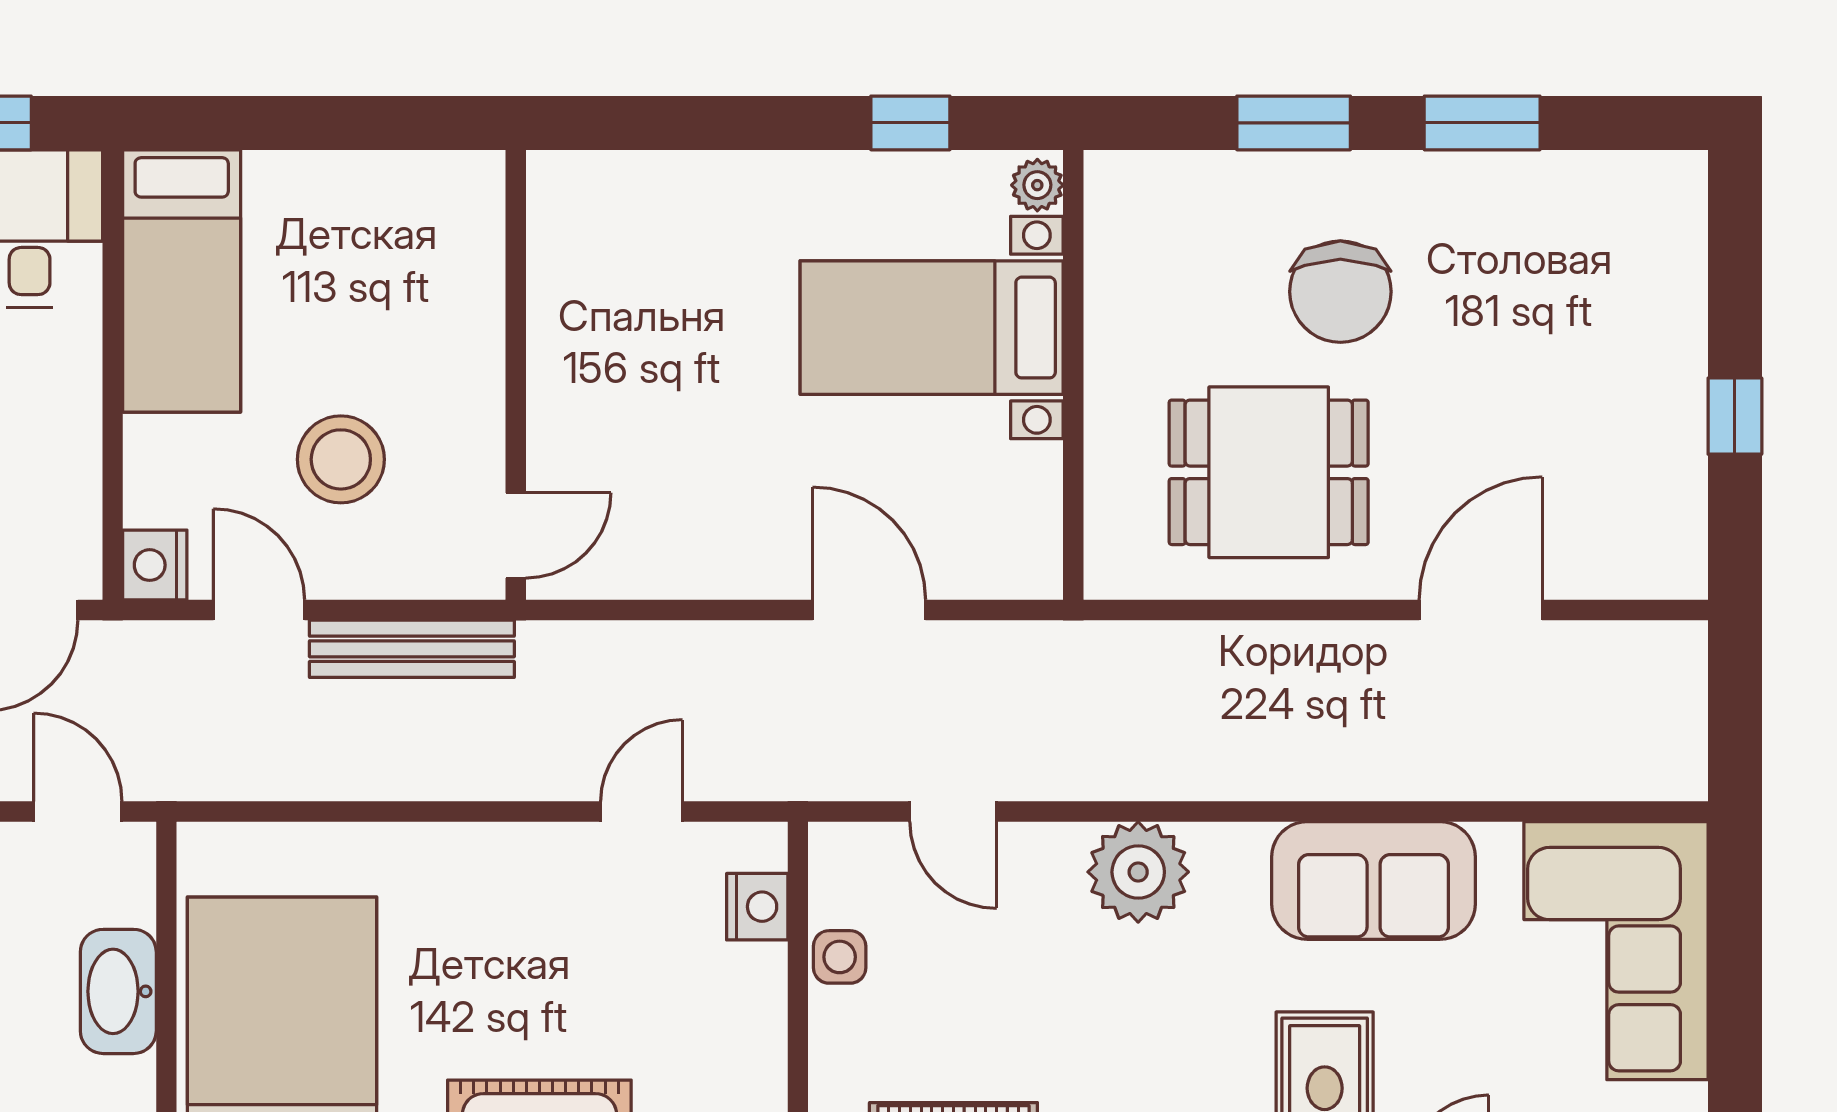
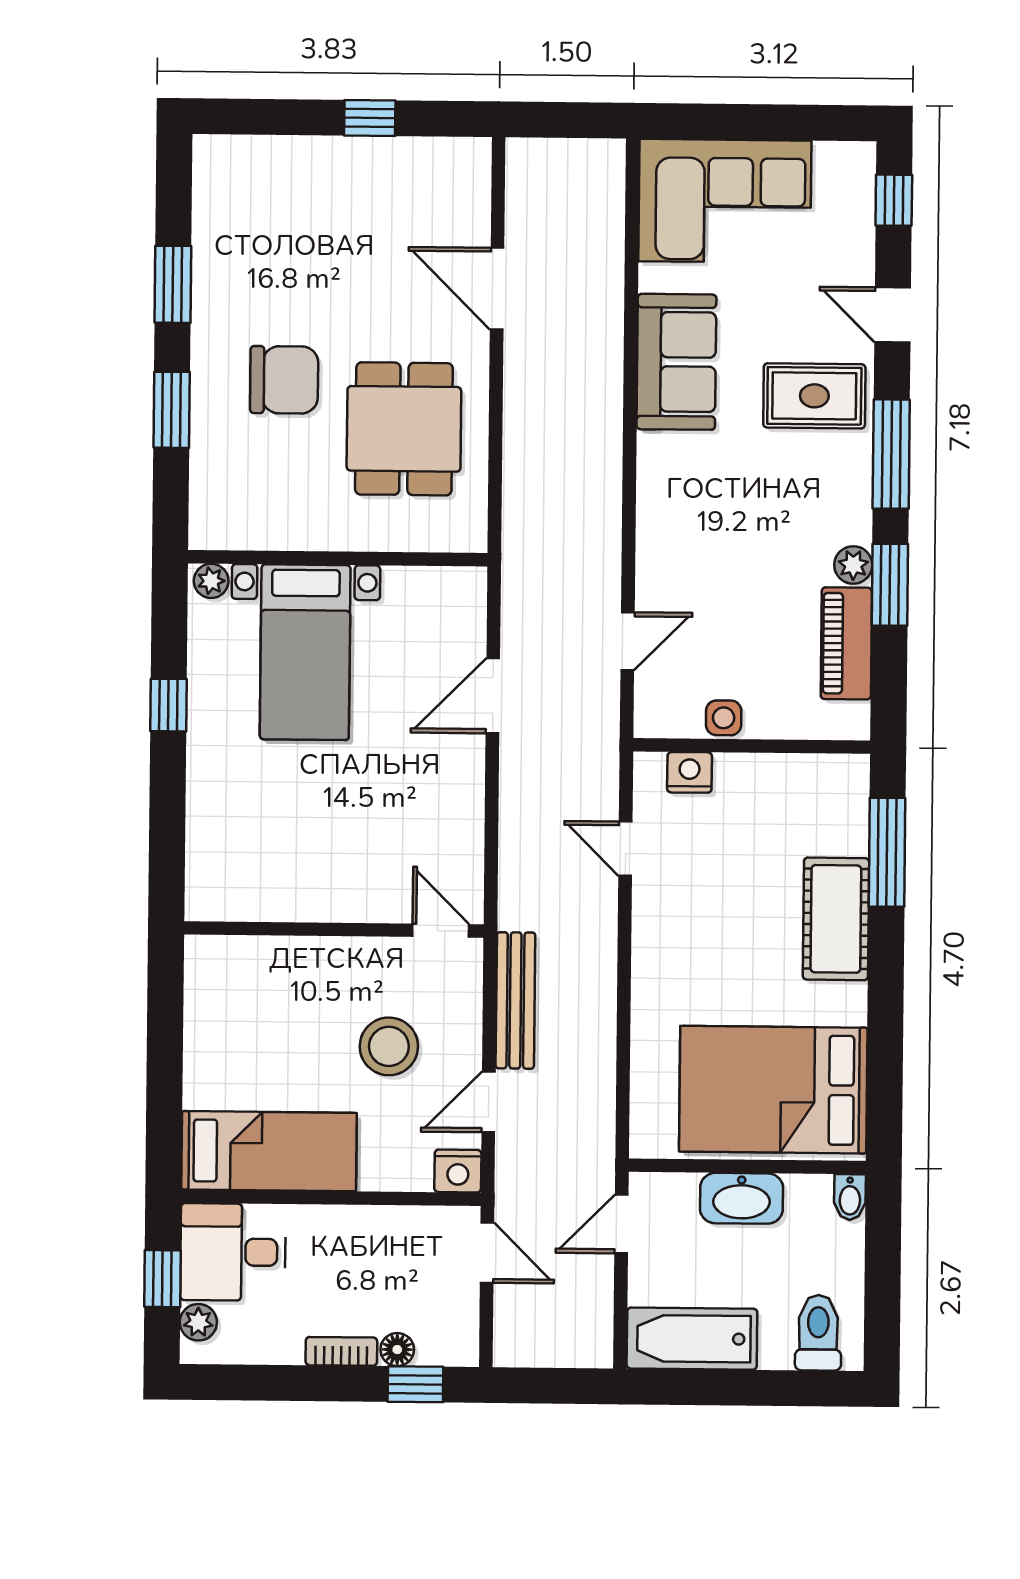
window: (910, 123) -> (168, 705), moved
plant: (1138, 872) -> (669, 518), removed

